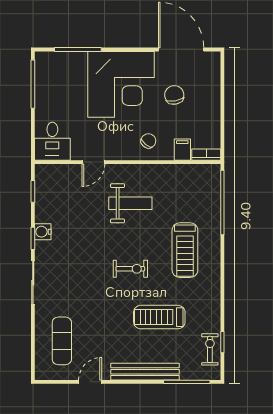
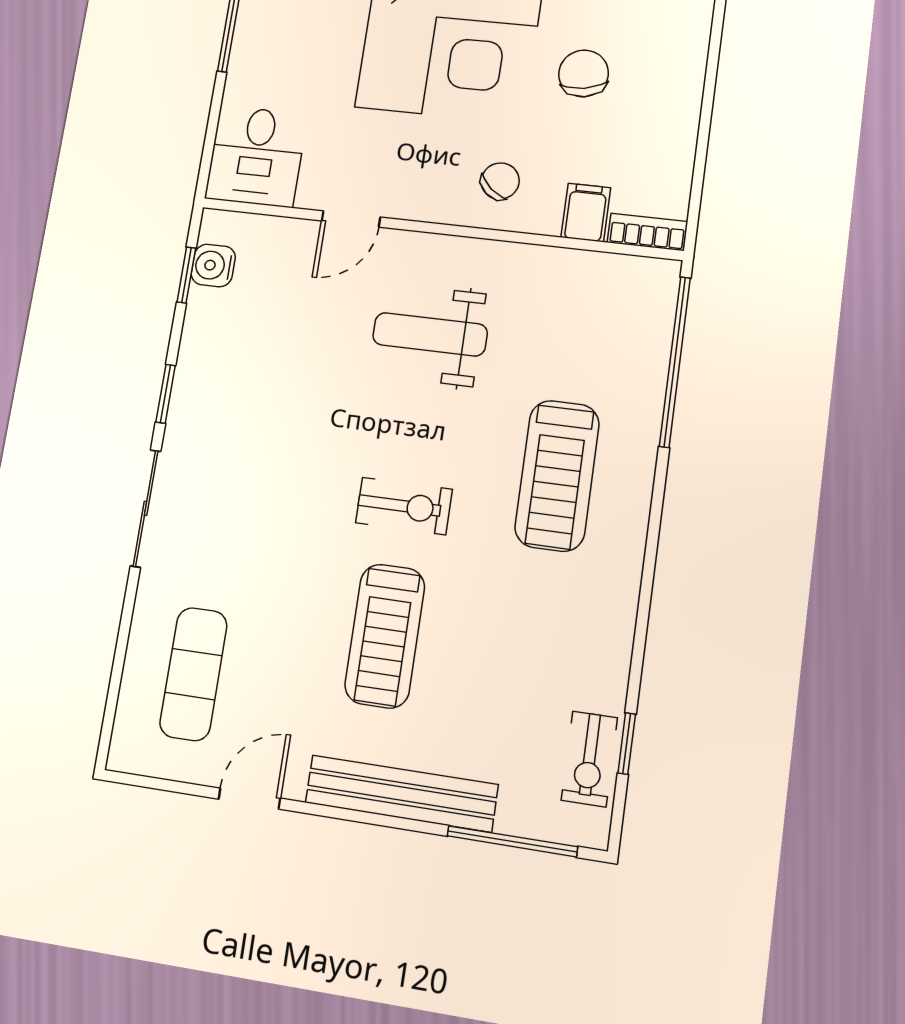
weight bench: (130, 203) -> (430, 334), turned 180
water cooler: (43, 232) -> (213, 265), moved
treadmill: (159, 317) -> (385, 636), moved, turned -90
exercise bike: (210, 349) -> (589, 759), turned 180

